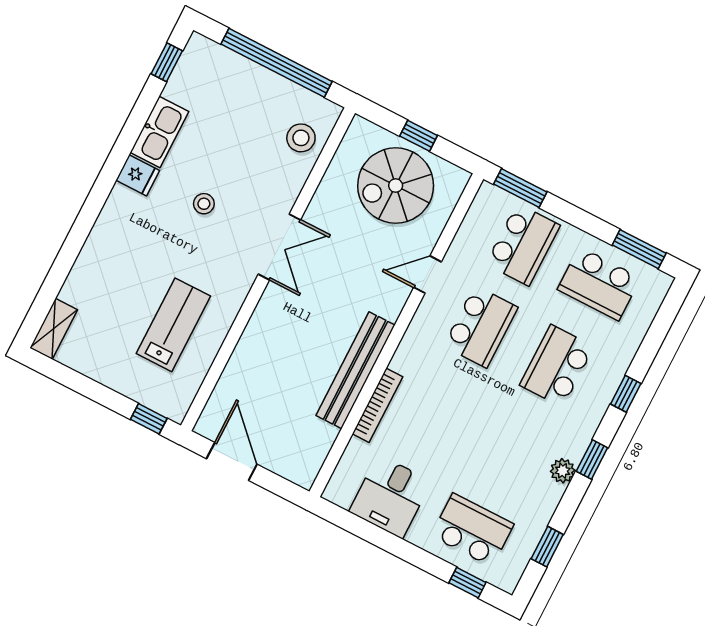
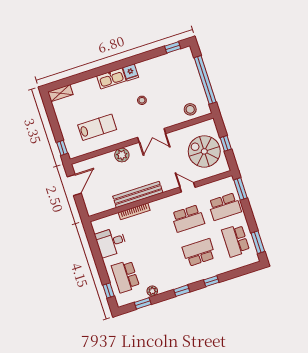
kitchen sink: (159, 132) -> (111, 78), moved
plant: (262, 330) -> (122, 155), added
plant: (563, 471) -> (152, 291), moved
school desk: (472, 530) -> (125, 276), turned 180

